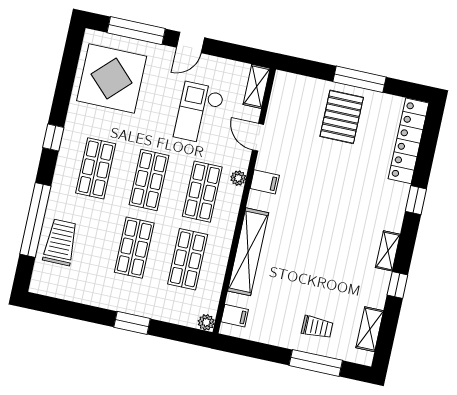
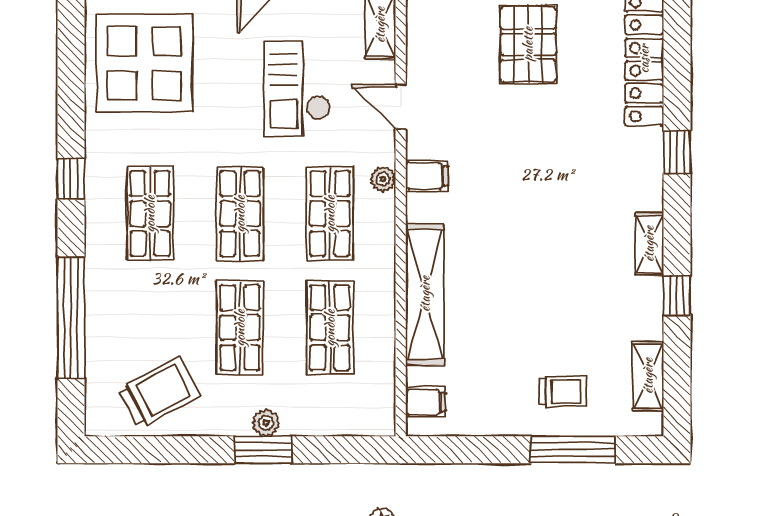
trolley: (60, 242) -> (159, 393), moved, turned 62
plant: (206, 322) -> (266, 423), moved

